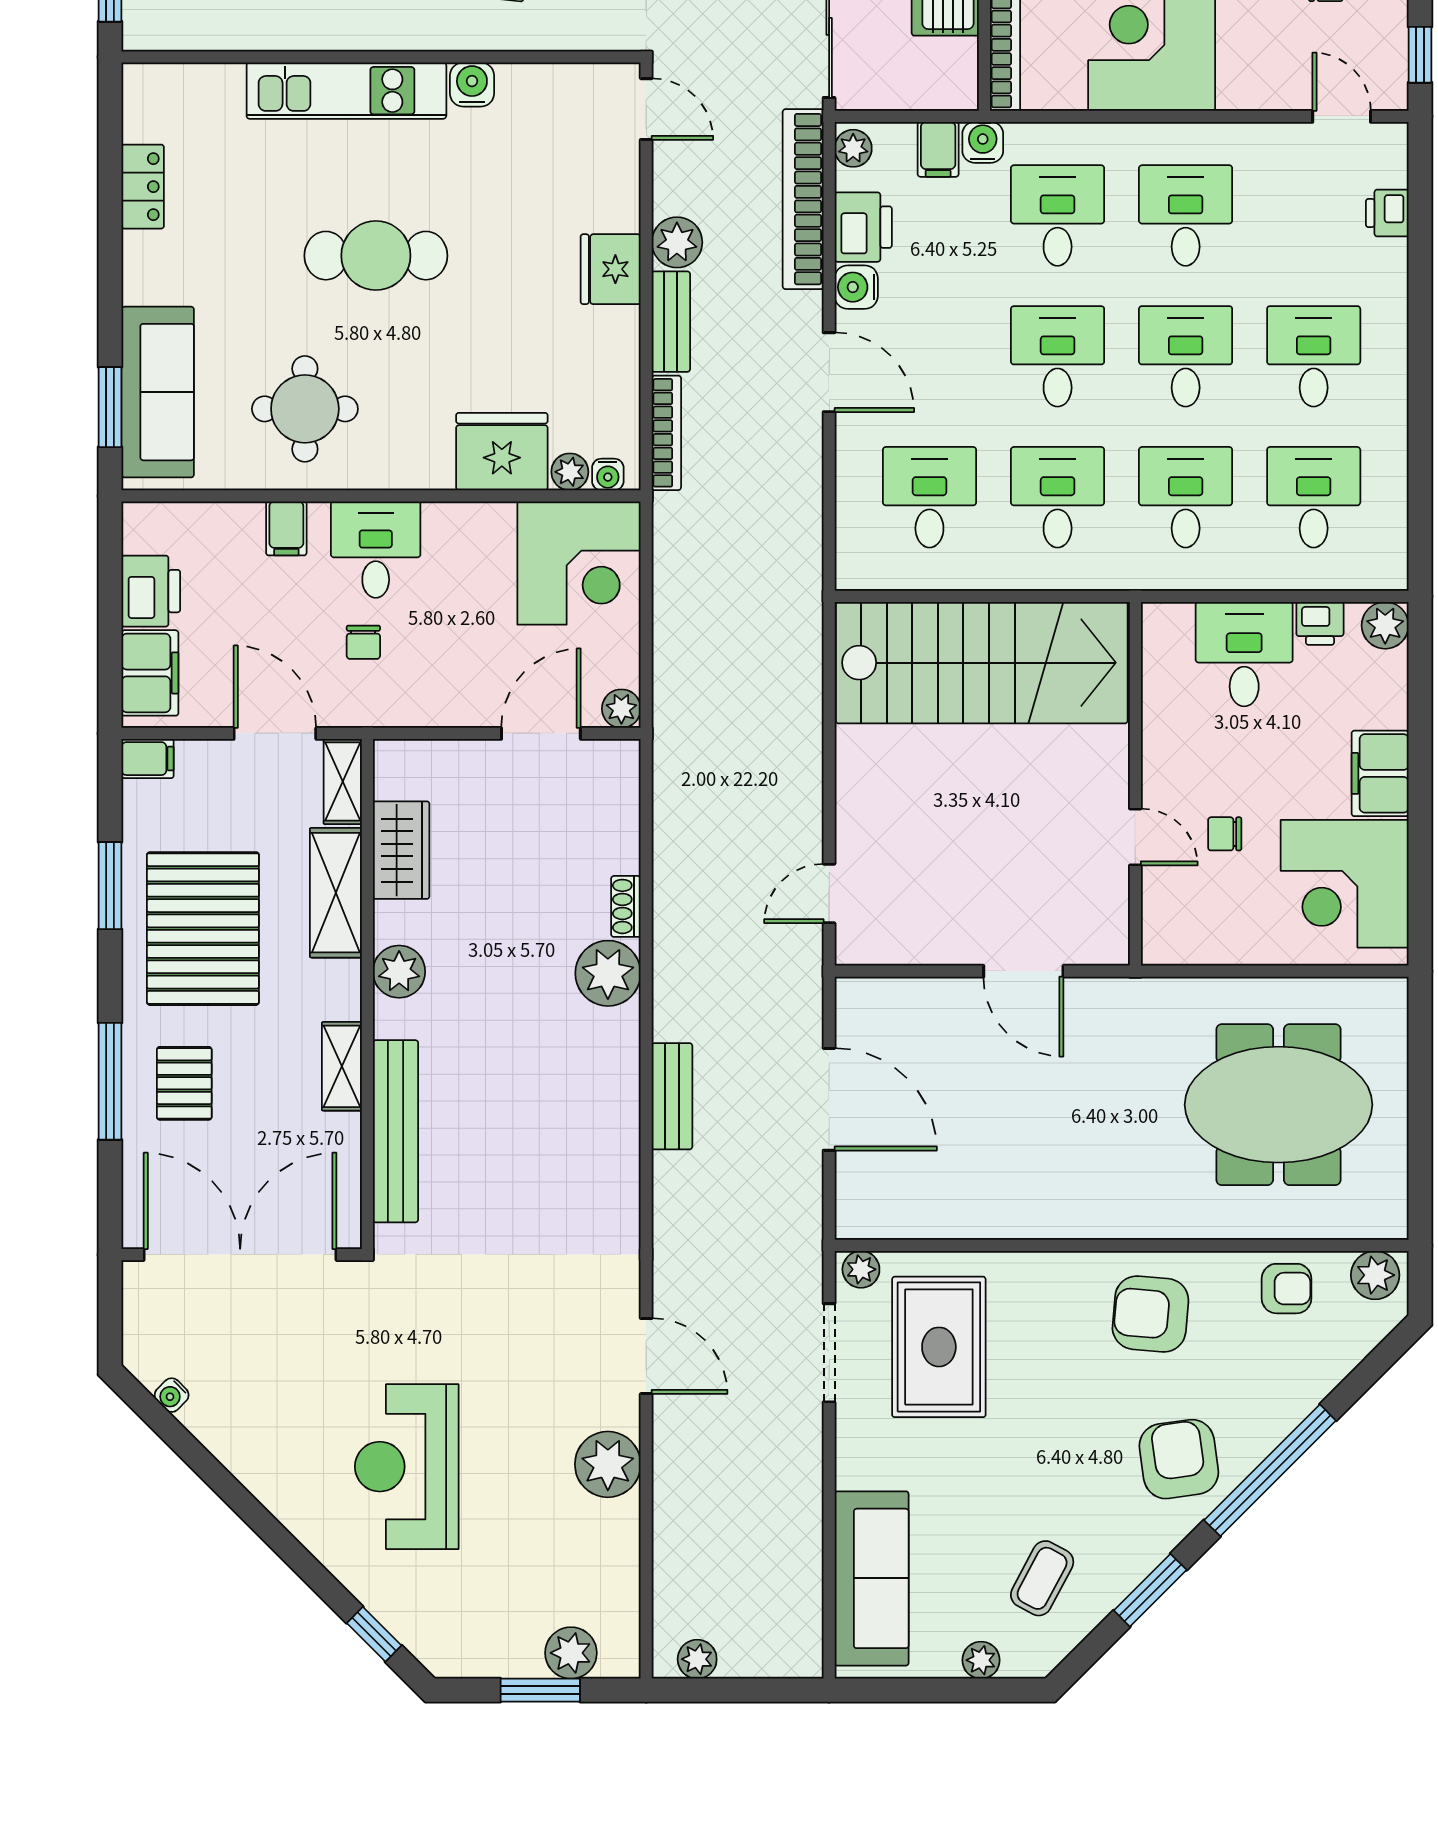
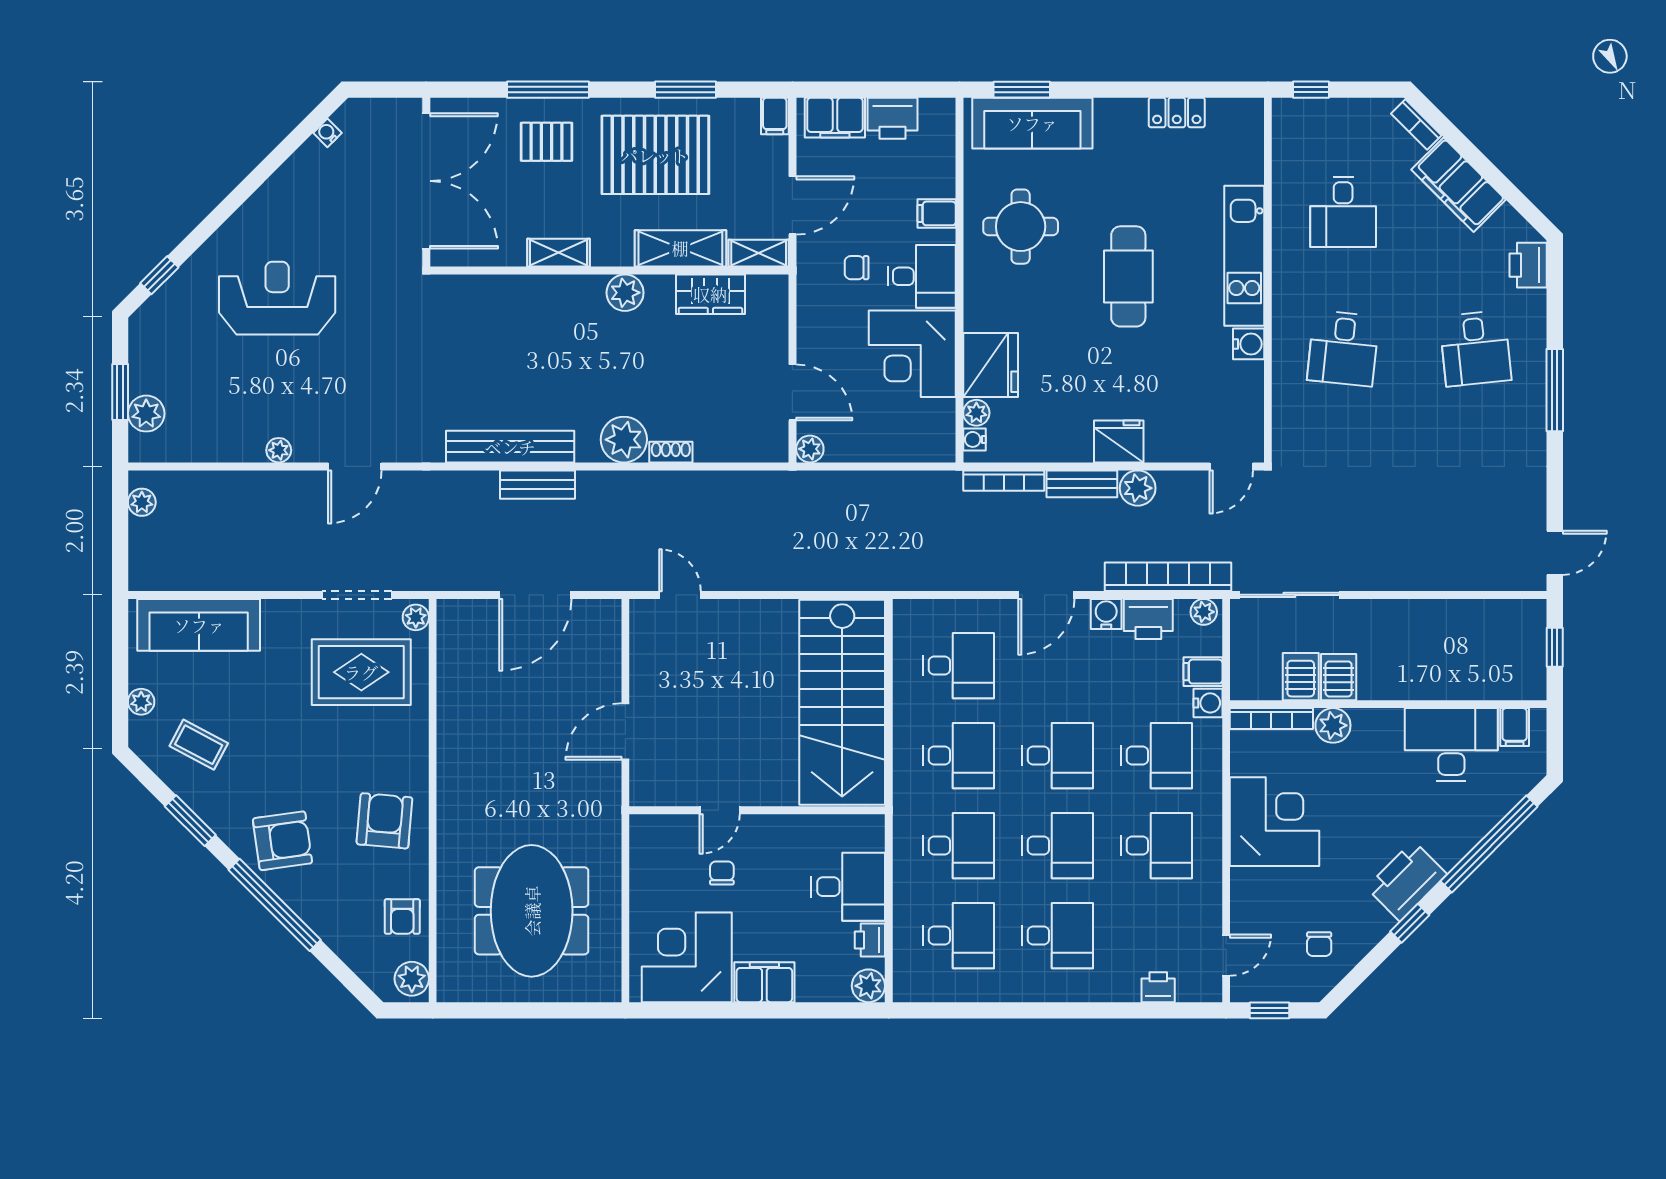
corner desk: (579, 563) -> (912, 354), moved
bench: (396, 1131) -> (510, 447), moved
plant: (608, 1464) -> (279, 450), width x0.53, depth x0.53

